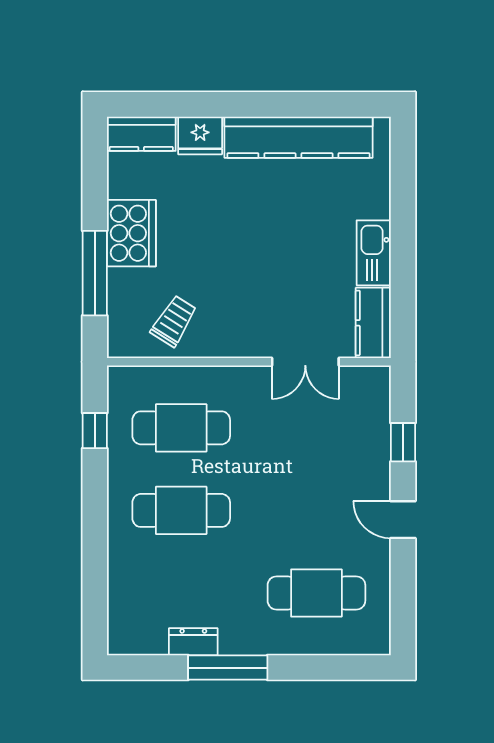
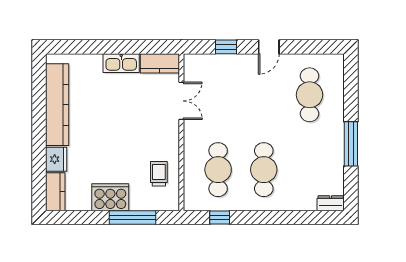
trolley: (174, 321) -> (159, 174), turned 58
dresser: (193, 642) -> (331, 203), moved, turned 90

